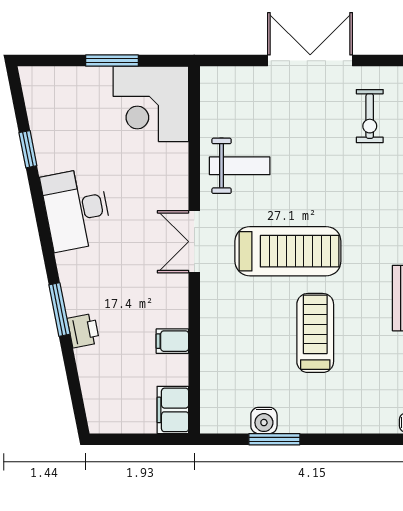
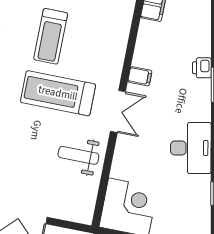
filing cabinet: (172, 341) -> (140, 76), moved

